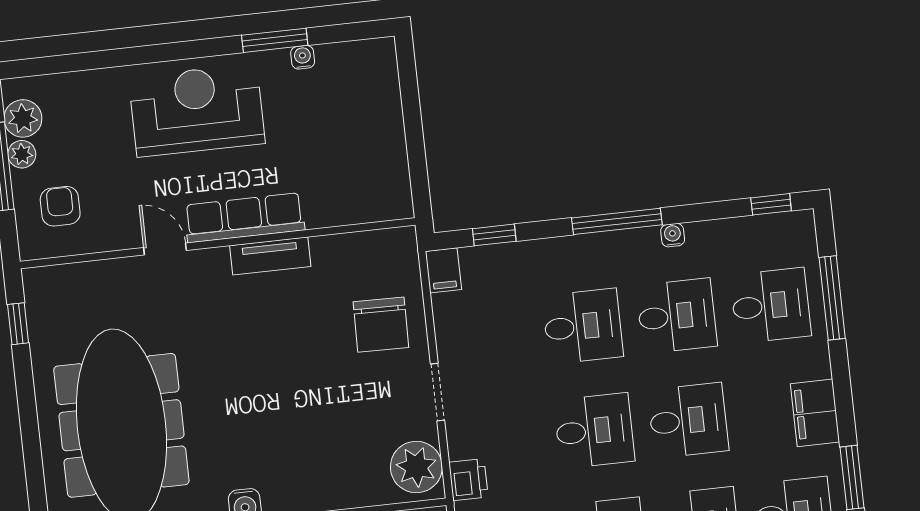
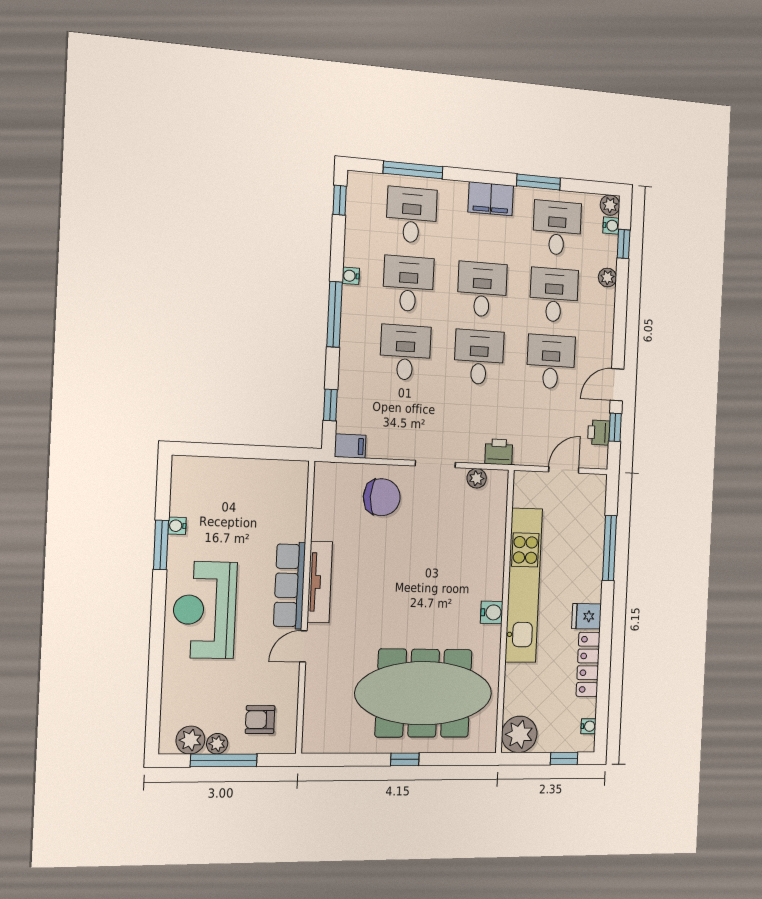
tv unit: (270, 256) -> (320, 582), width x1.41
window: (18, 324) -> (405, 759), moved
plant: (416, 467) -> (477, 478), width x0.53, depth x0.53

